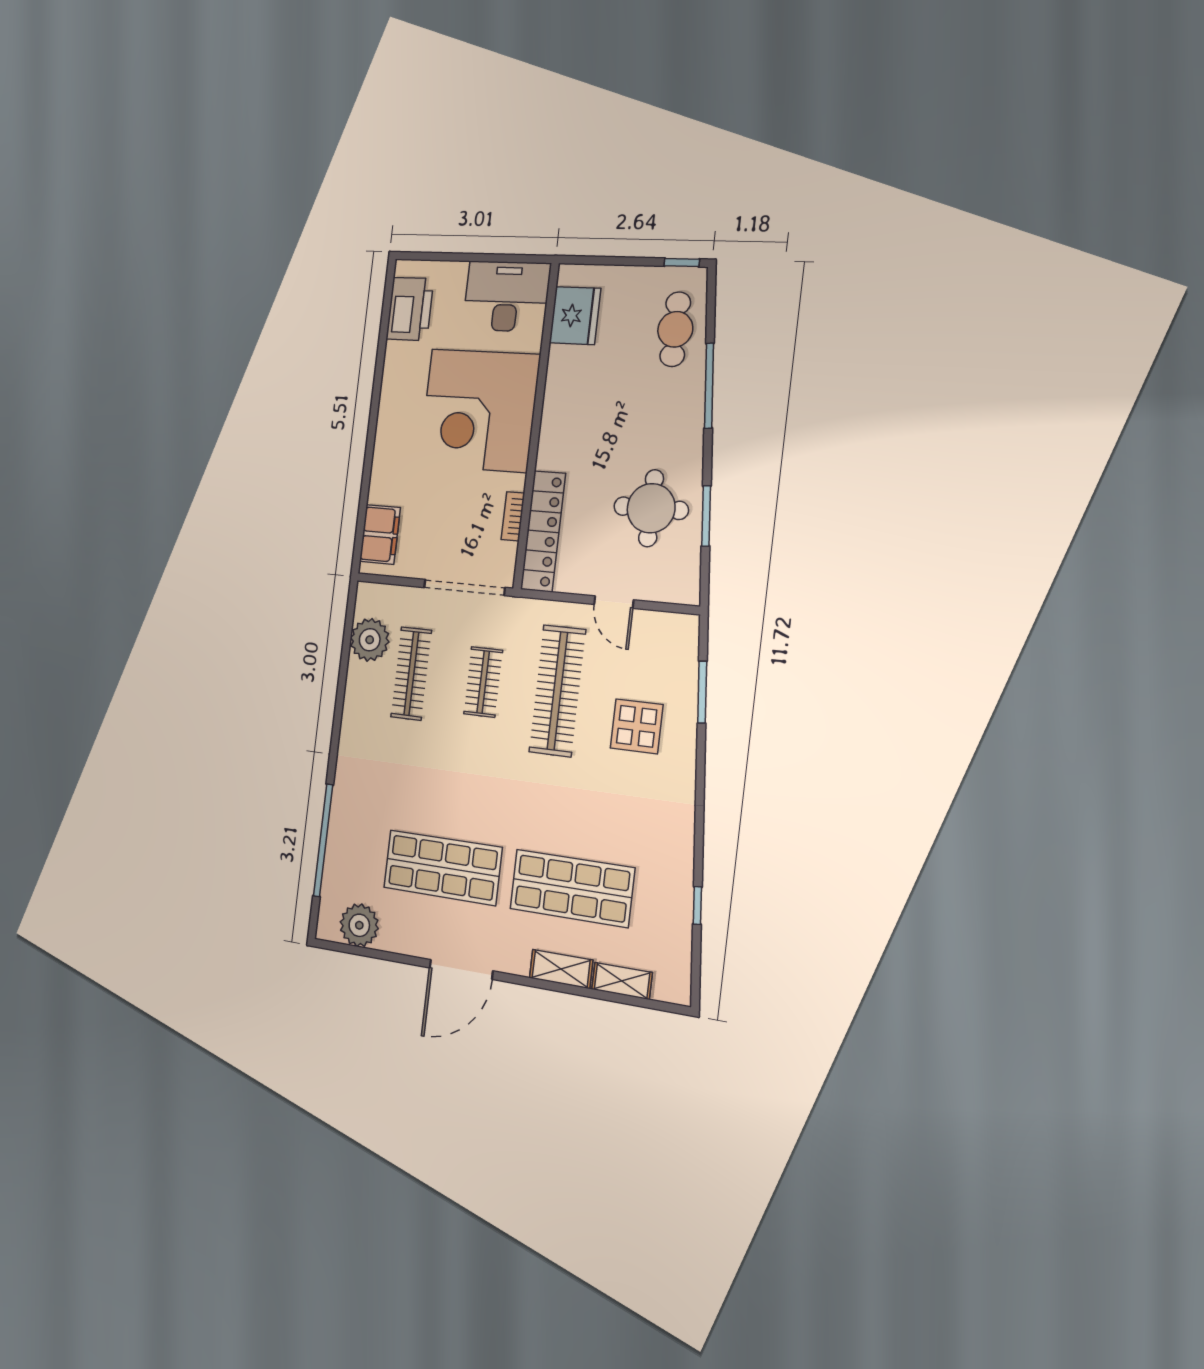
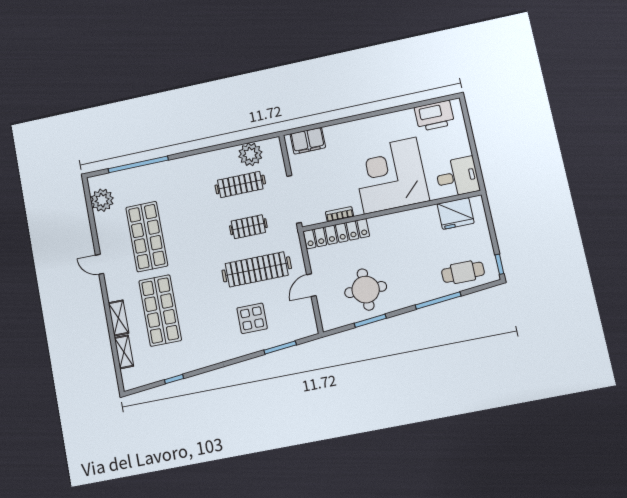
desk: (506, 296) -> (457, 177), width x0.73
door: (461, 969) -> (100, 264), width x0.53

